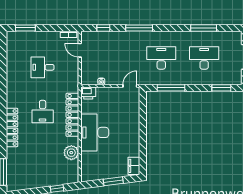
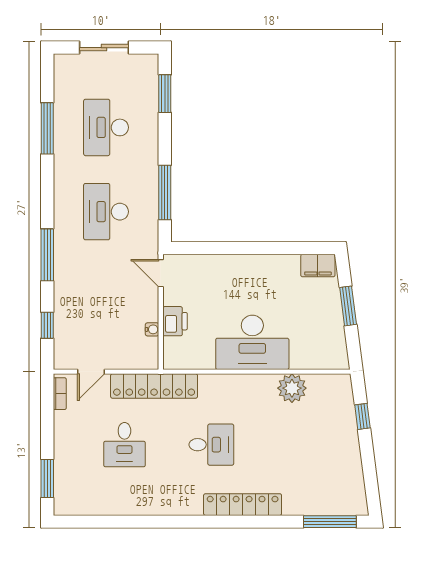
printer: (88, 93) -> (175, 321), moved
locker: (72, 115) -> (154, 386), moved

